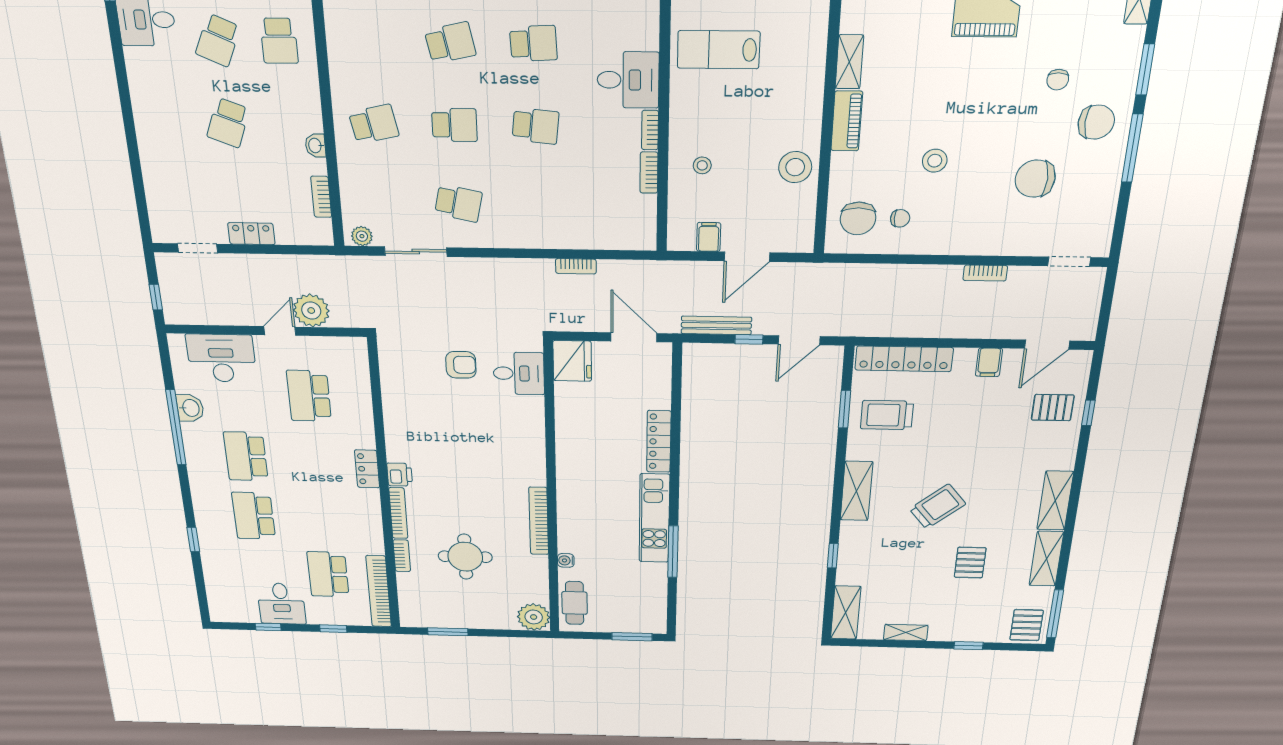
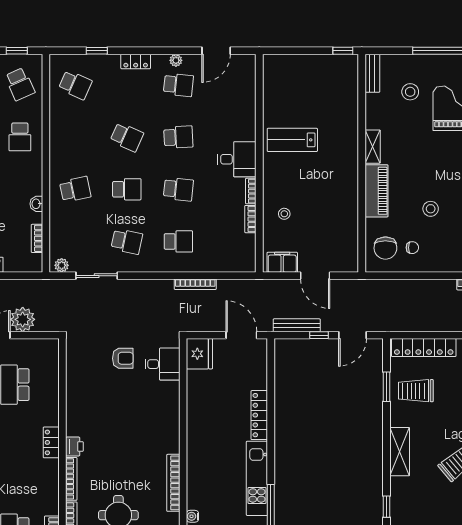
school desk: (450, 43) -> (127, 137), turned 36
piano: (847, 121) -> (376, 191), width x1.37, depth x1.33
stool: (795, 167) -> (343, 214), removed
school desk: (538, 204) -> (178, 241), added
filing cabinet: (709, 237) -> (282, 262), width x2.00
door: (747, 257) -> (315, 276), hinge flipped
bookcase: (576, 266) -> (195, 284), width x1.56

